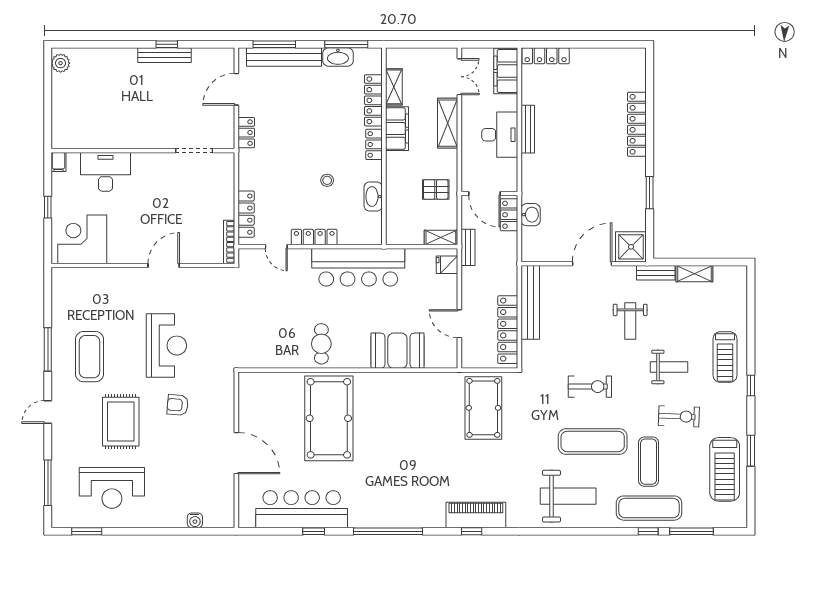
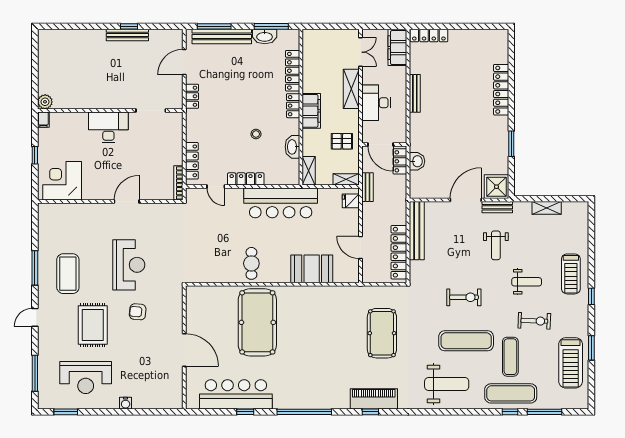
plant: (61, 63) -> (45, 102), moved
shelving: (394, 87) -> (309, 171), moved
filing cabinet: (397, 129) -> (311, 111), moved
desk: (500, 135) -> (376, 103), moved, turned 180
desk: (106, 172) -> (108, 127), moved
bench: (656, 273) -> (497, 207), moved
pool table: (483, 408) -> (382, 333), moved
water cooler: (195, 520) -> (126, 403), moved

